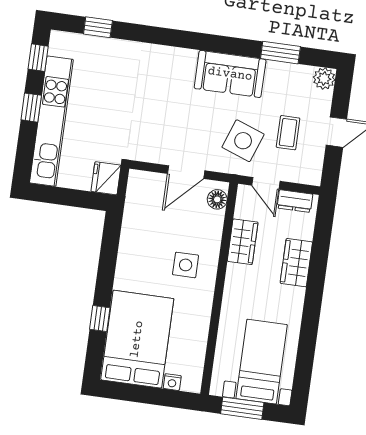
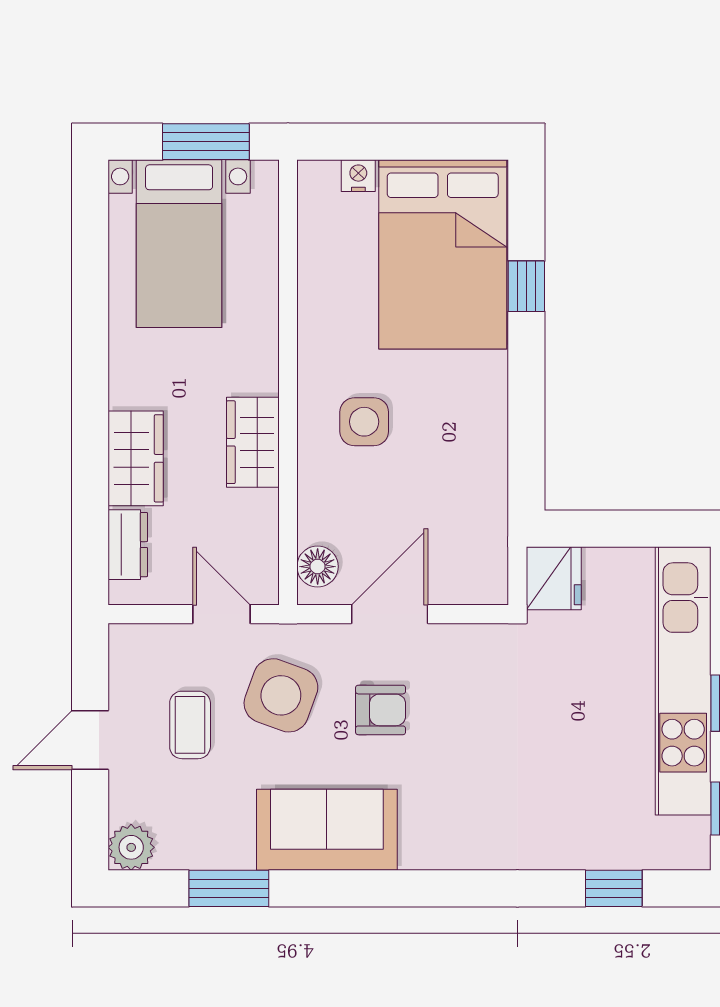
armchair: (197, 127) -> (381, 710), added
dresser: (295, 201) -> (128, 545), moved, turned 90
wardrobe: (243, 242) -> (253, 442), moved

